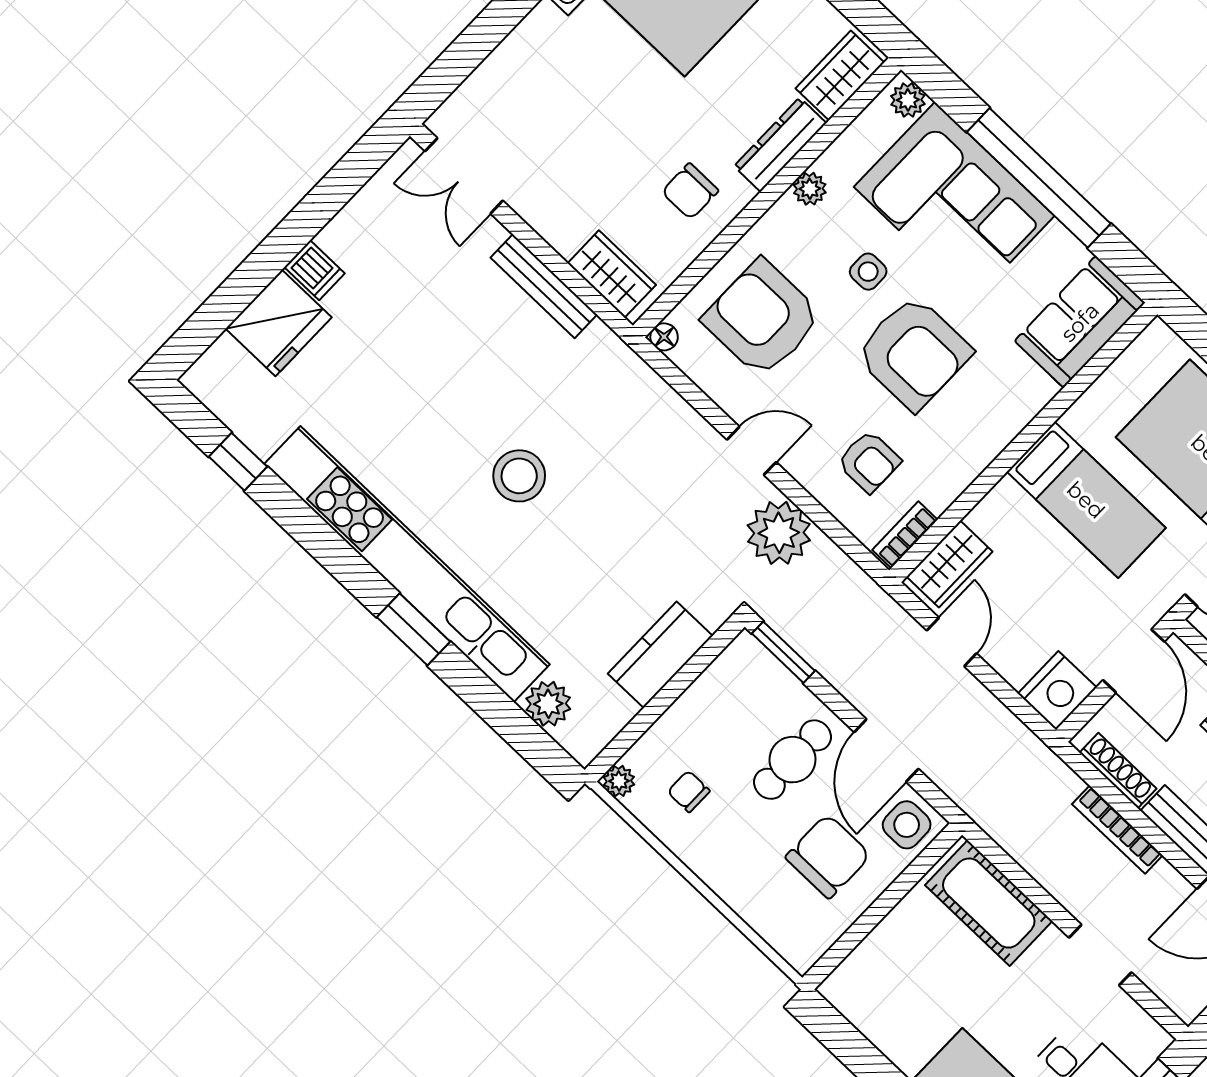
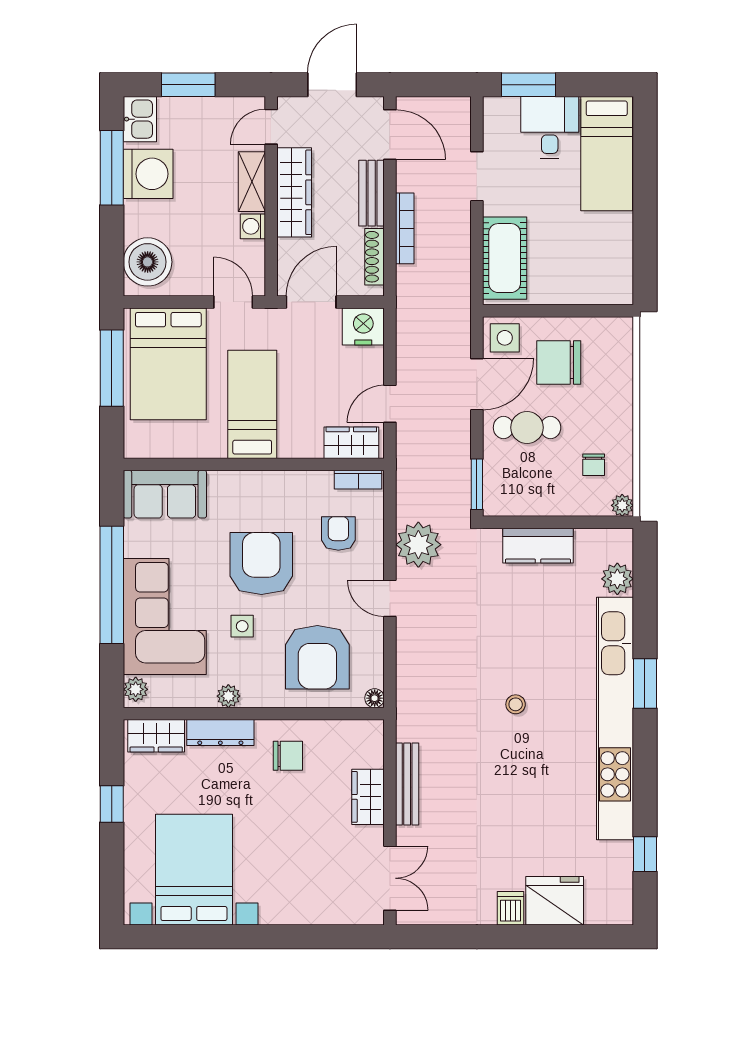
wardrobe: (612, 274) -> (368, 797), moved
stool: (519, 476) -> (516, 704), width x0.53, depth x0.53

